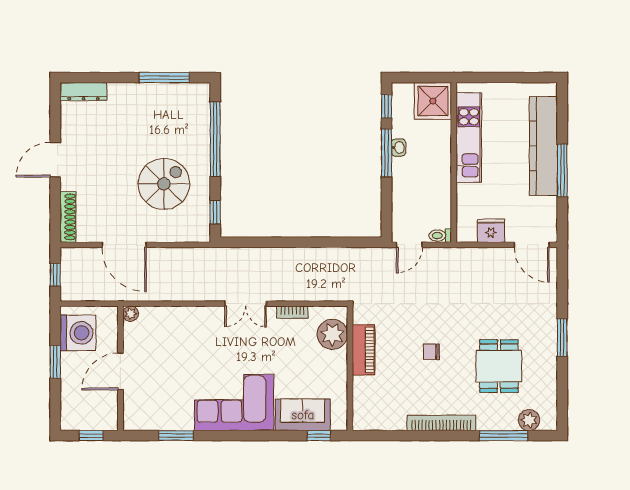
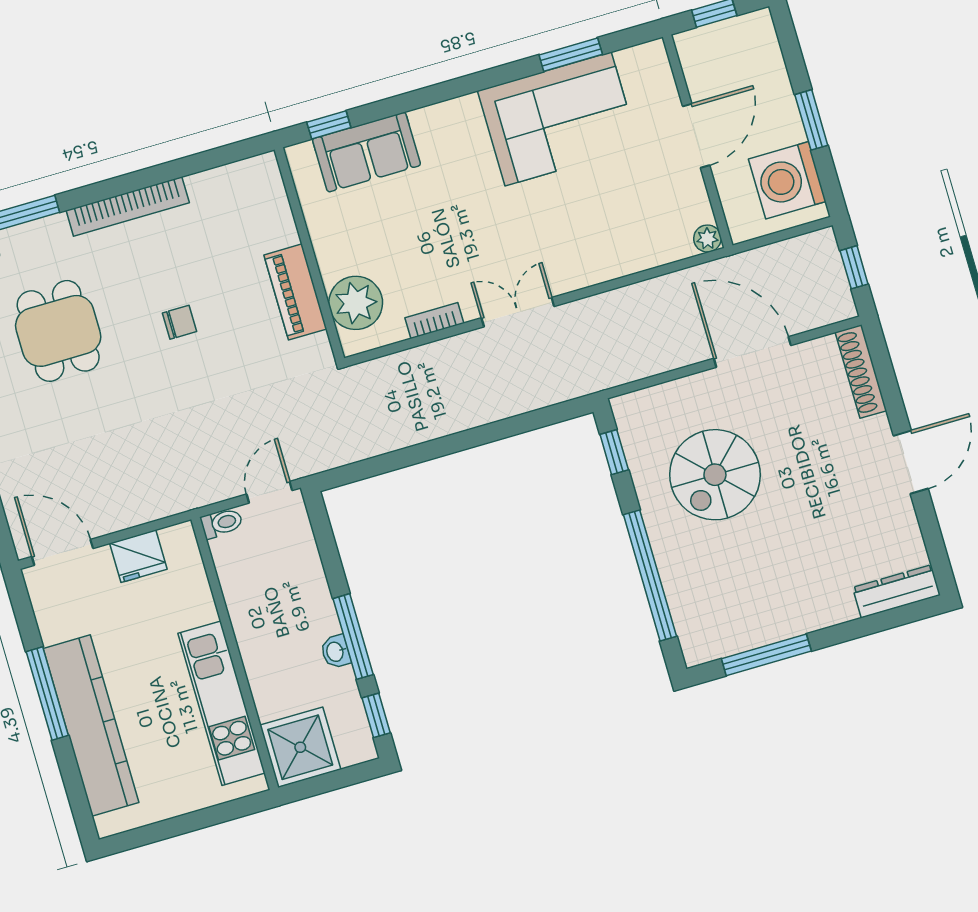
corner sofa: (234, 402) -> (558, 119), moved

